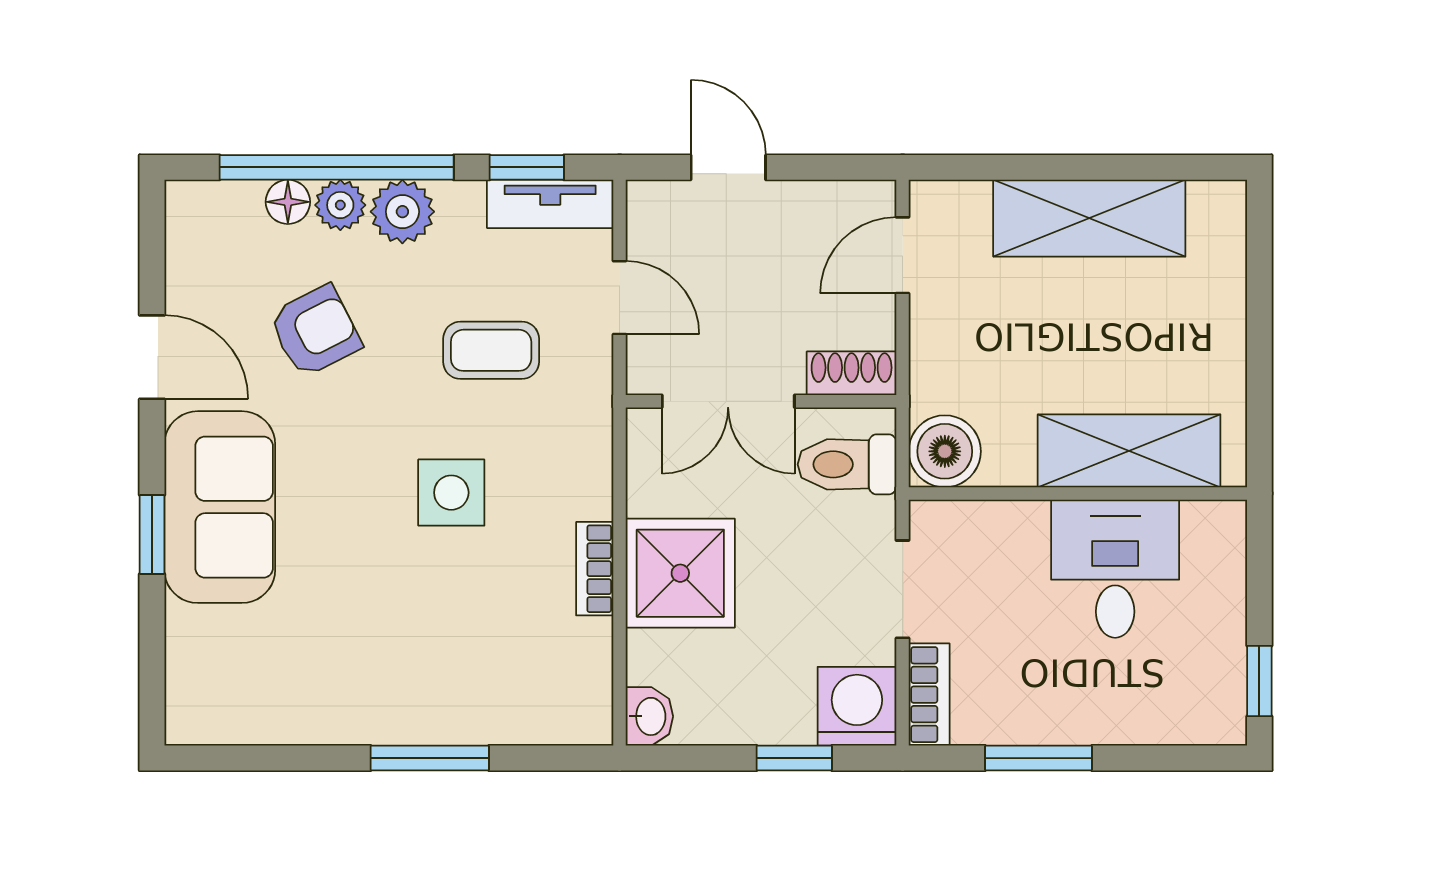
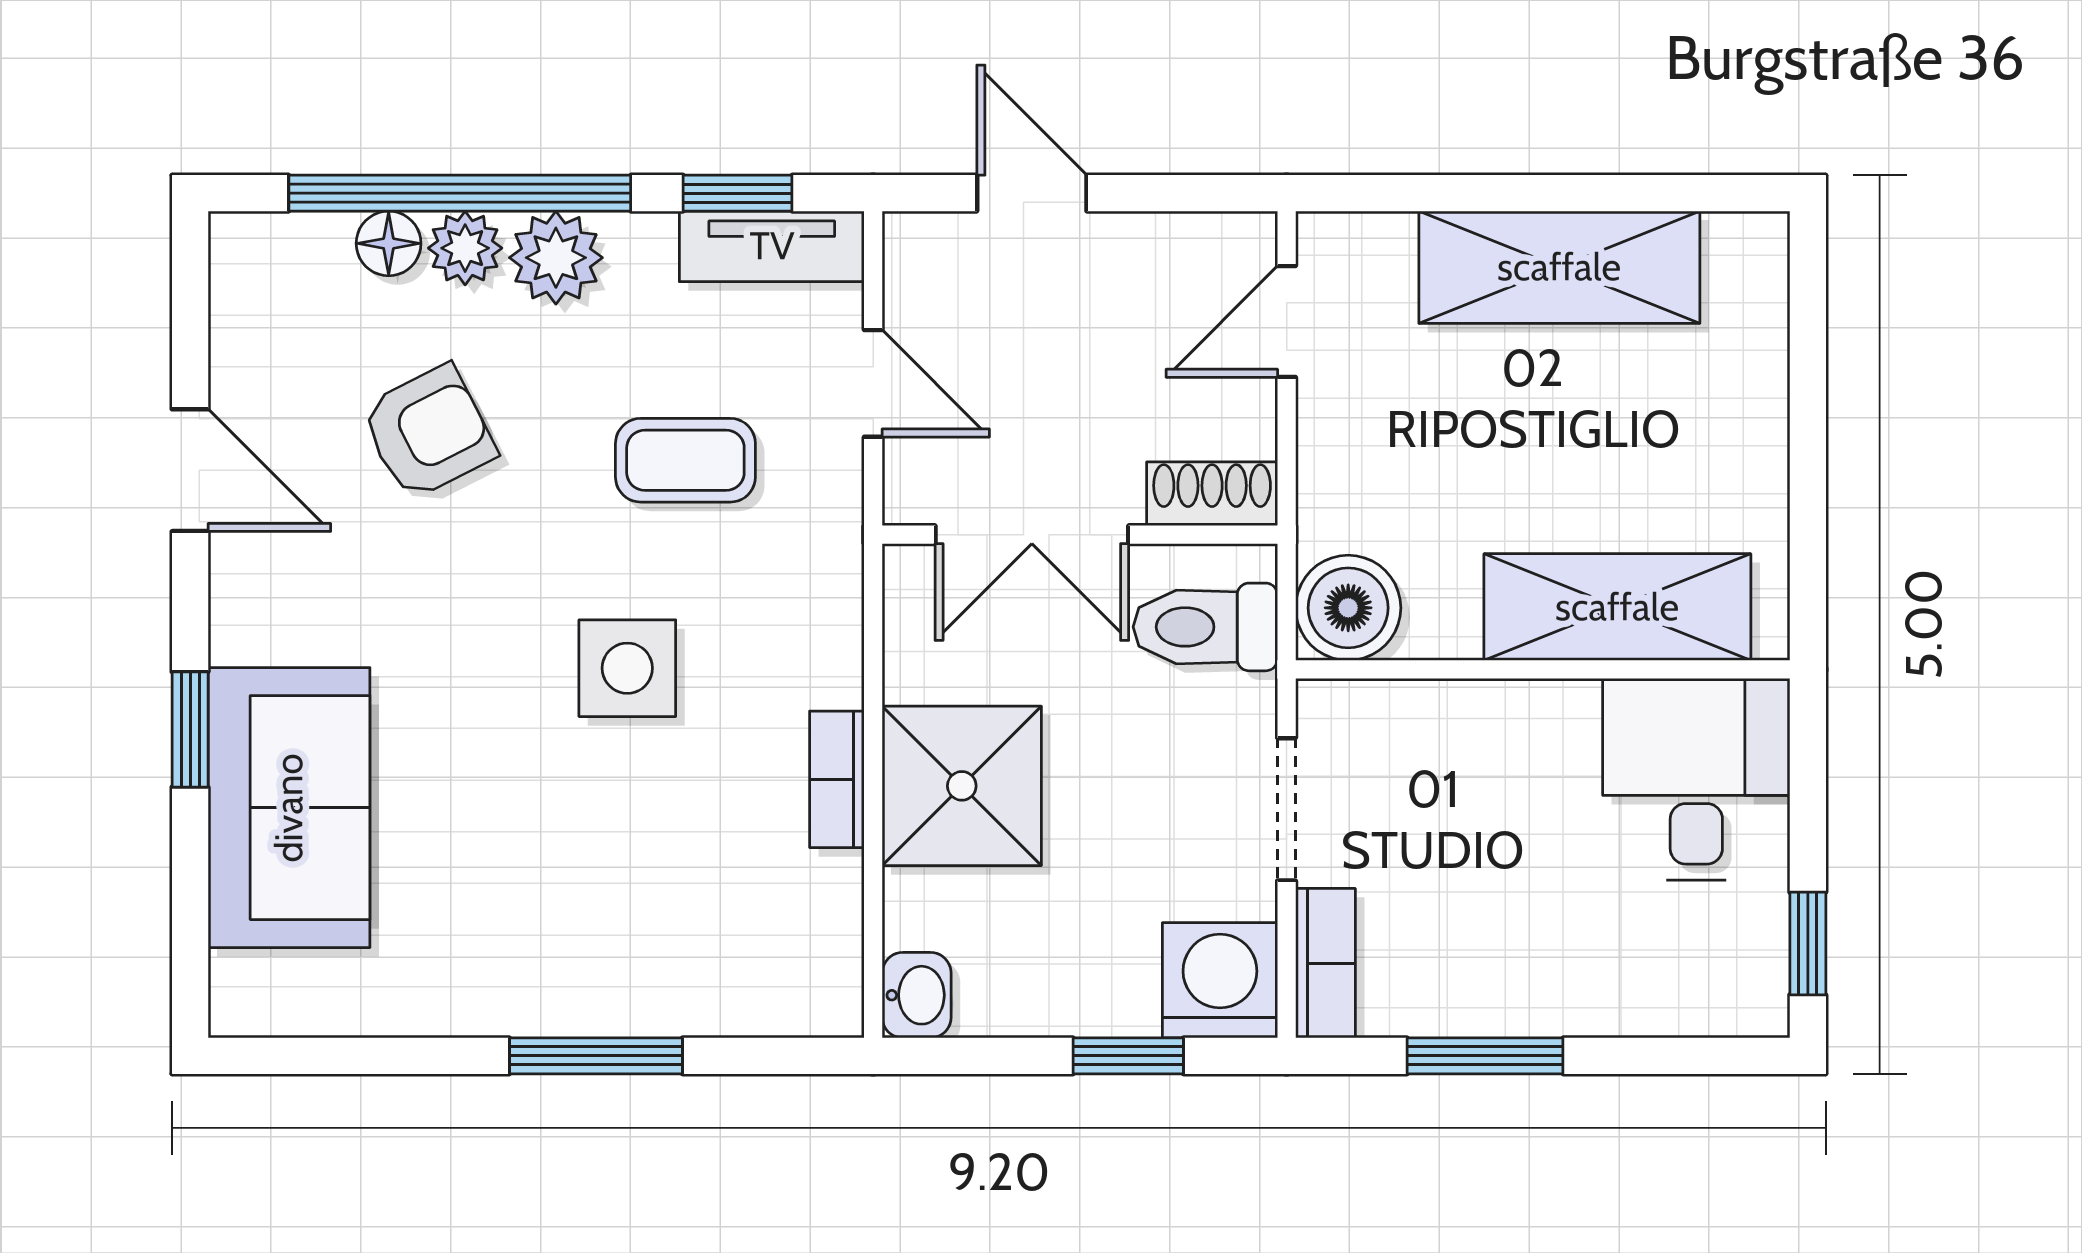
sofa: (220, 507) -> (289, 808), moved
desk: (1115, 569) -> (1696, 779), moved

